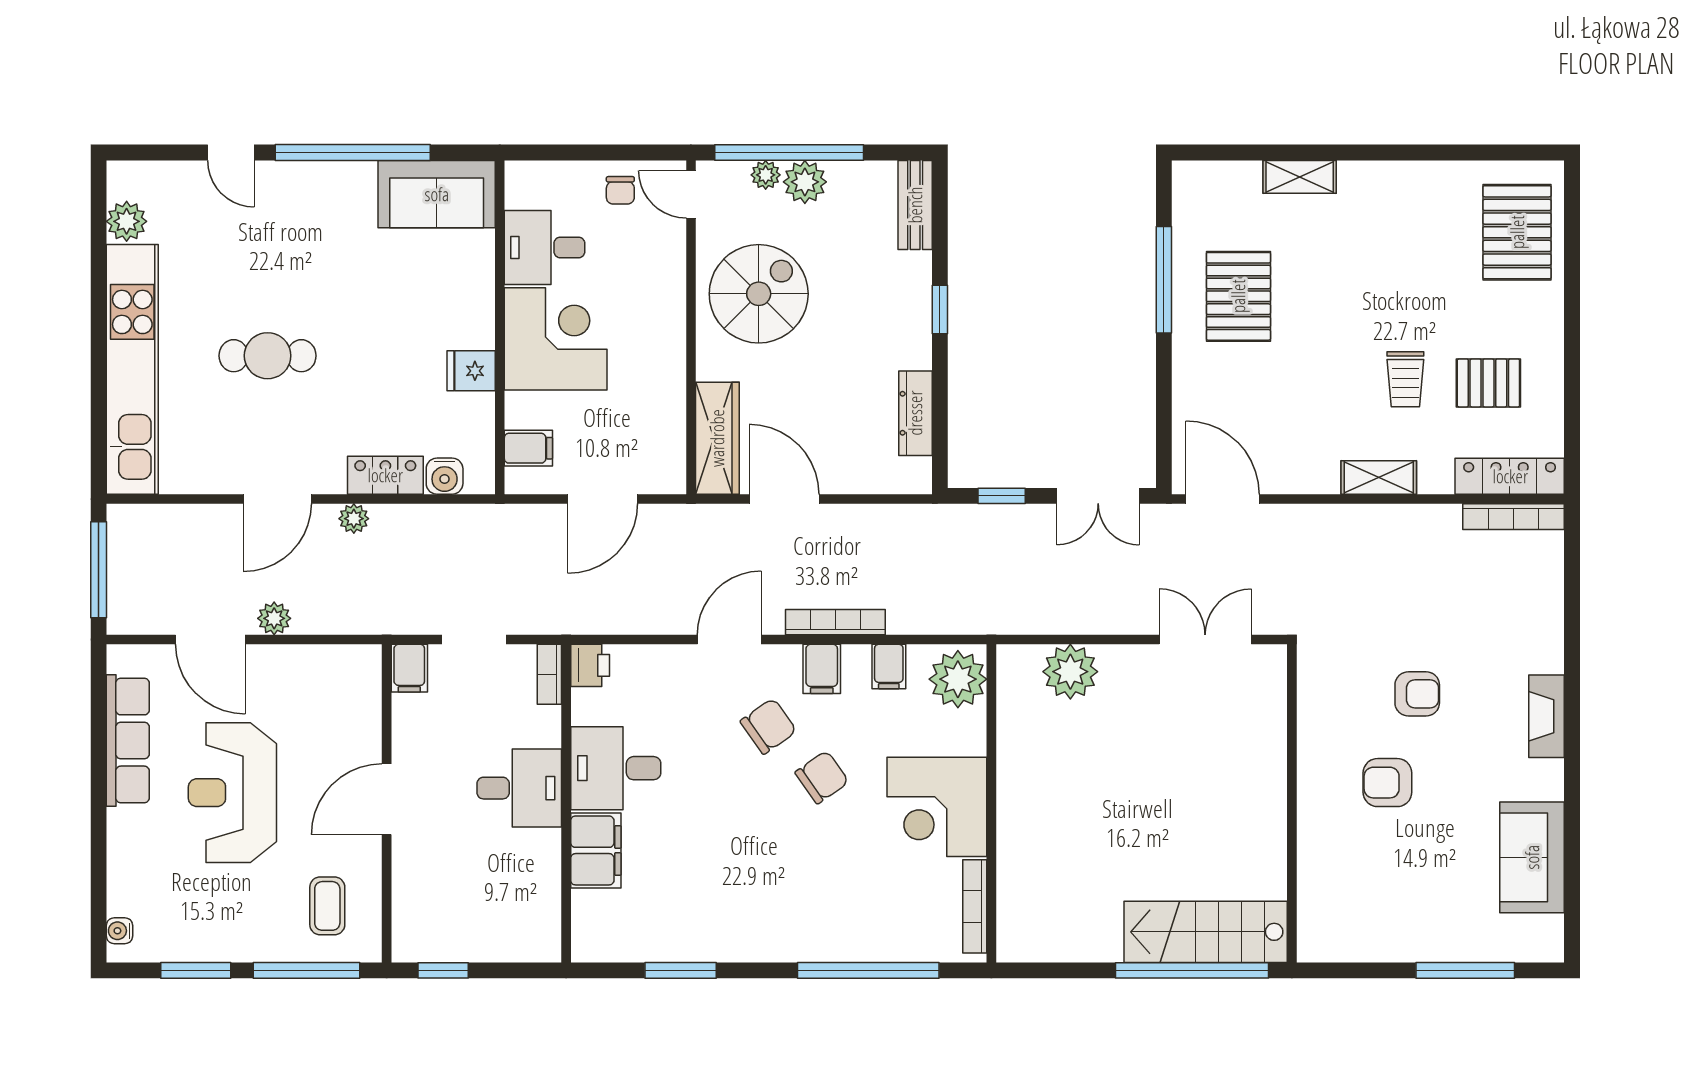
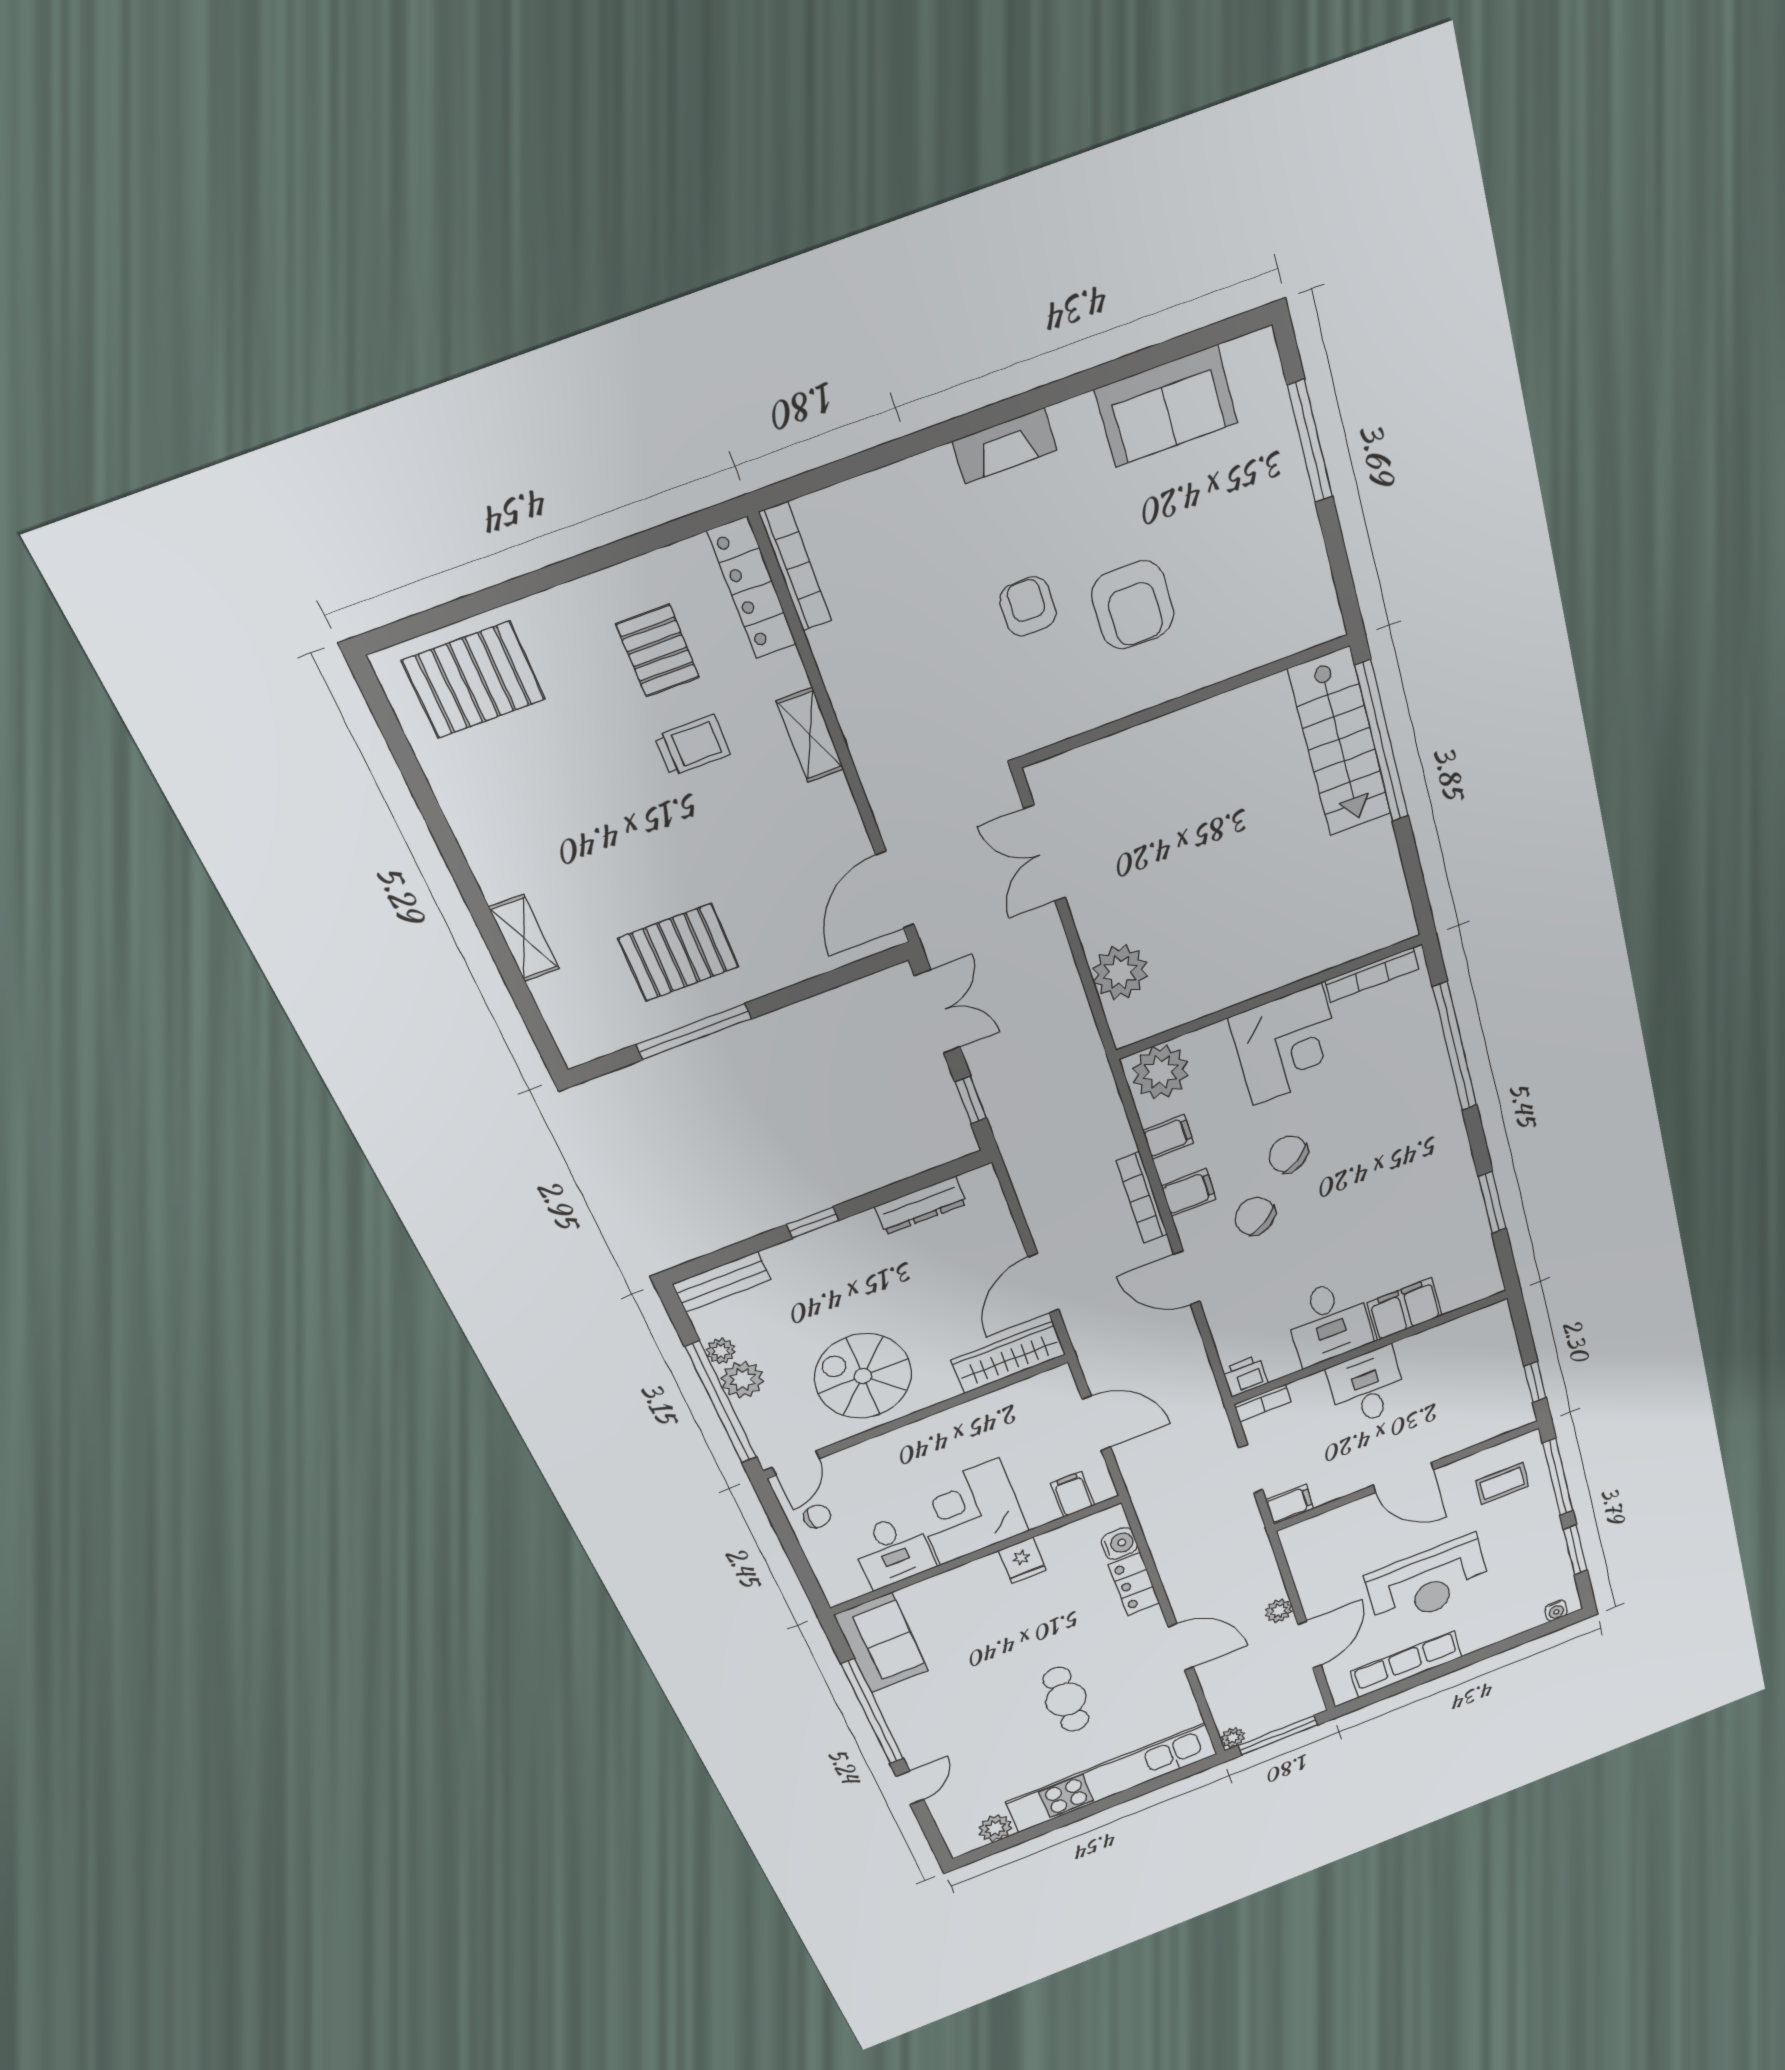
plant: (766, 175) -> (721, 1351), moved
plant: (354, 519) -> (1233, 1738), moved
armchair: (1387, 783) -> (1133, 605), width x1.38, depth x1.38

